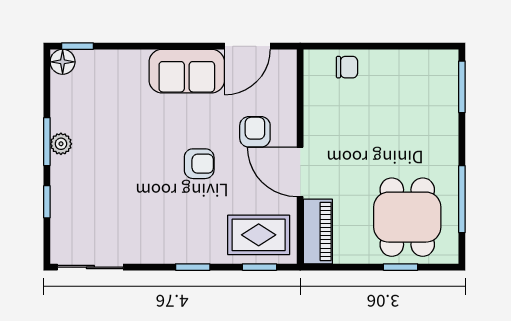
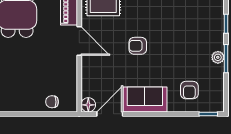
floor lamp: (63, 62) -> (88, 105), moved
armchair: (255, 132) -> (189, 90), moved

